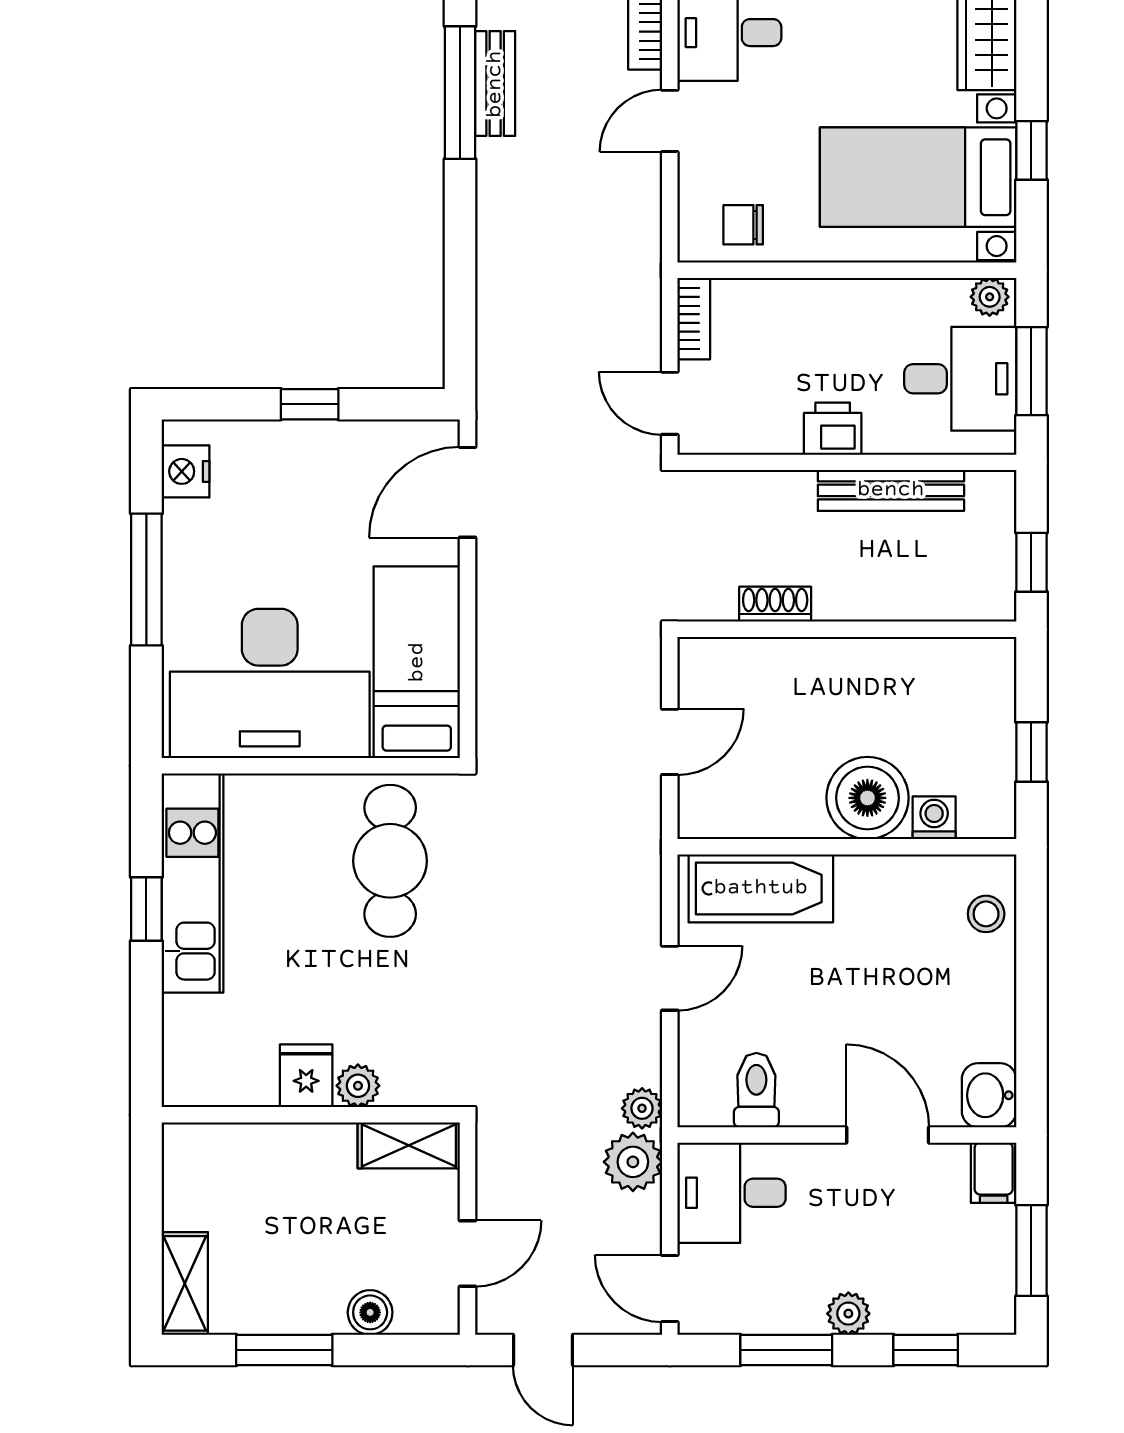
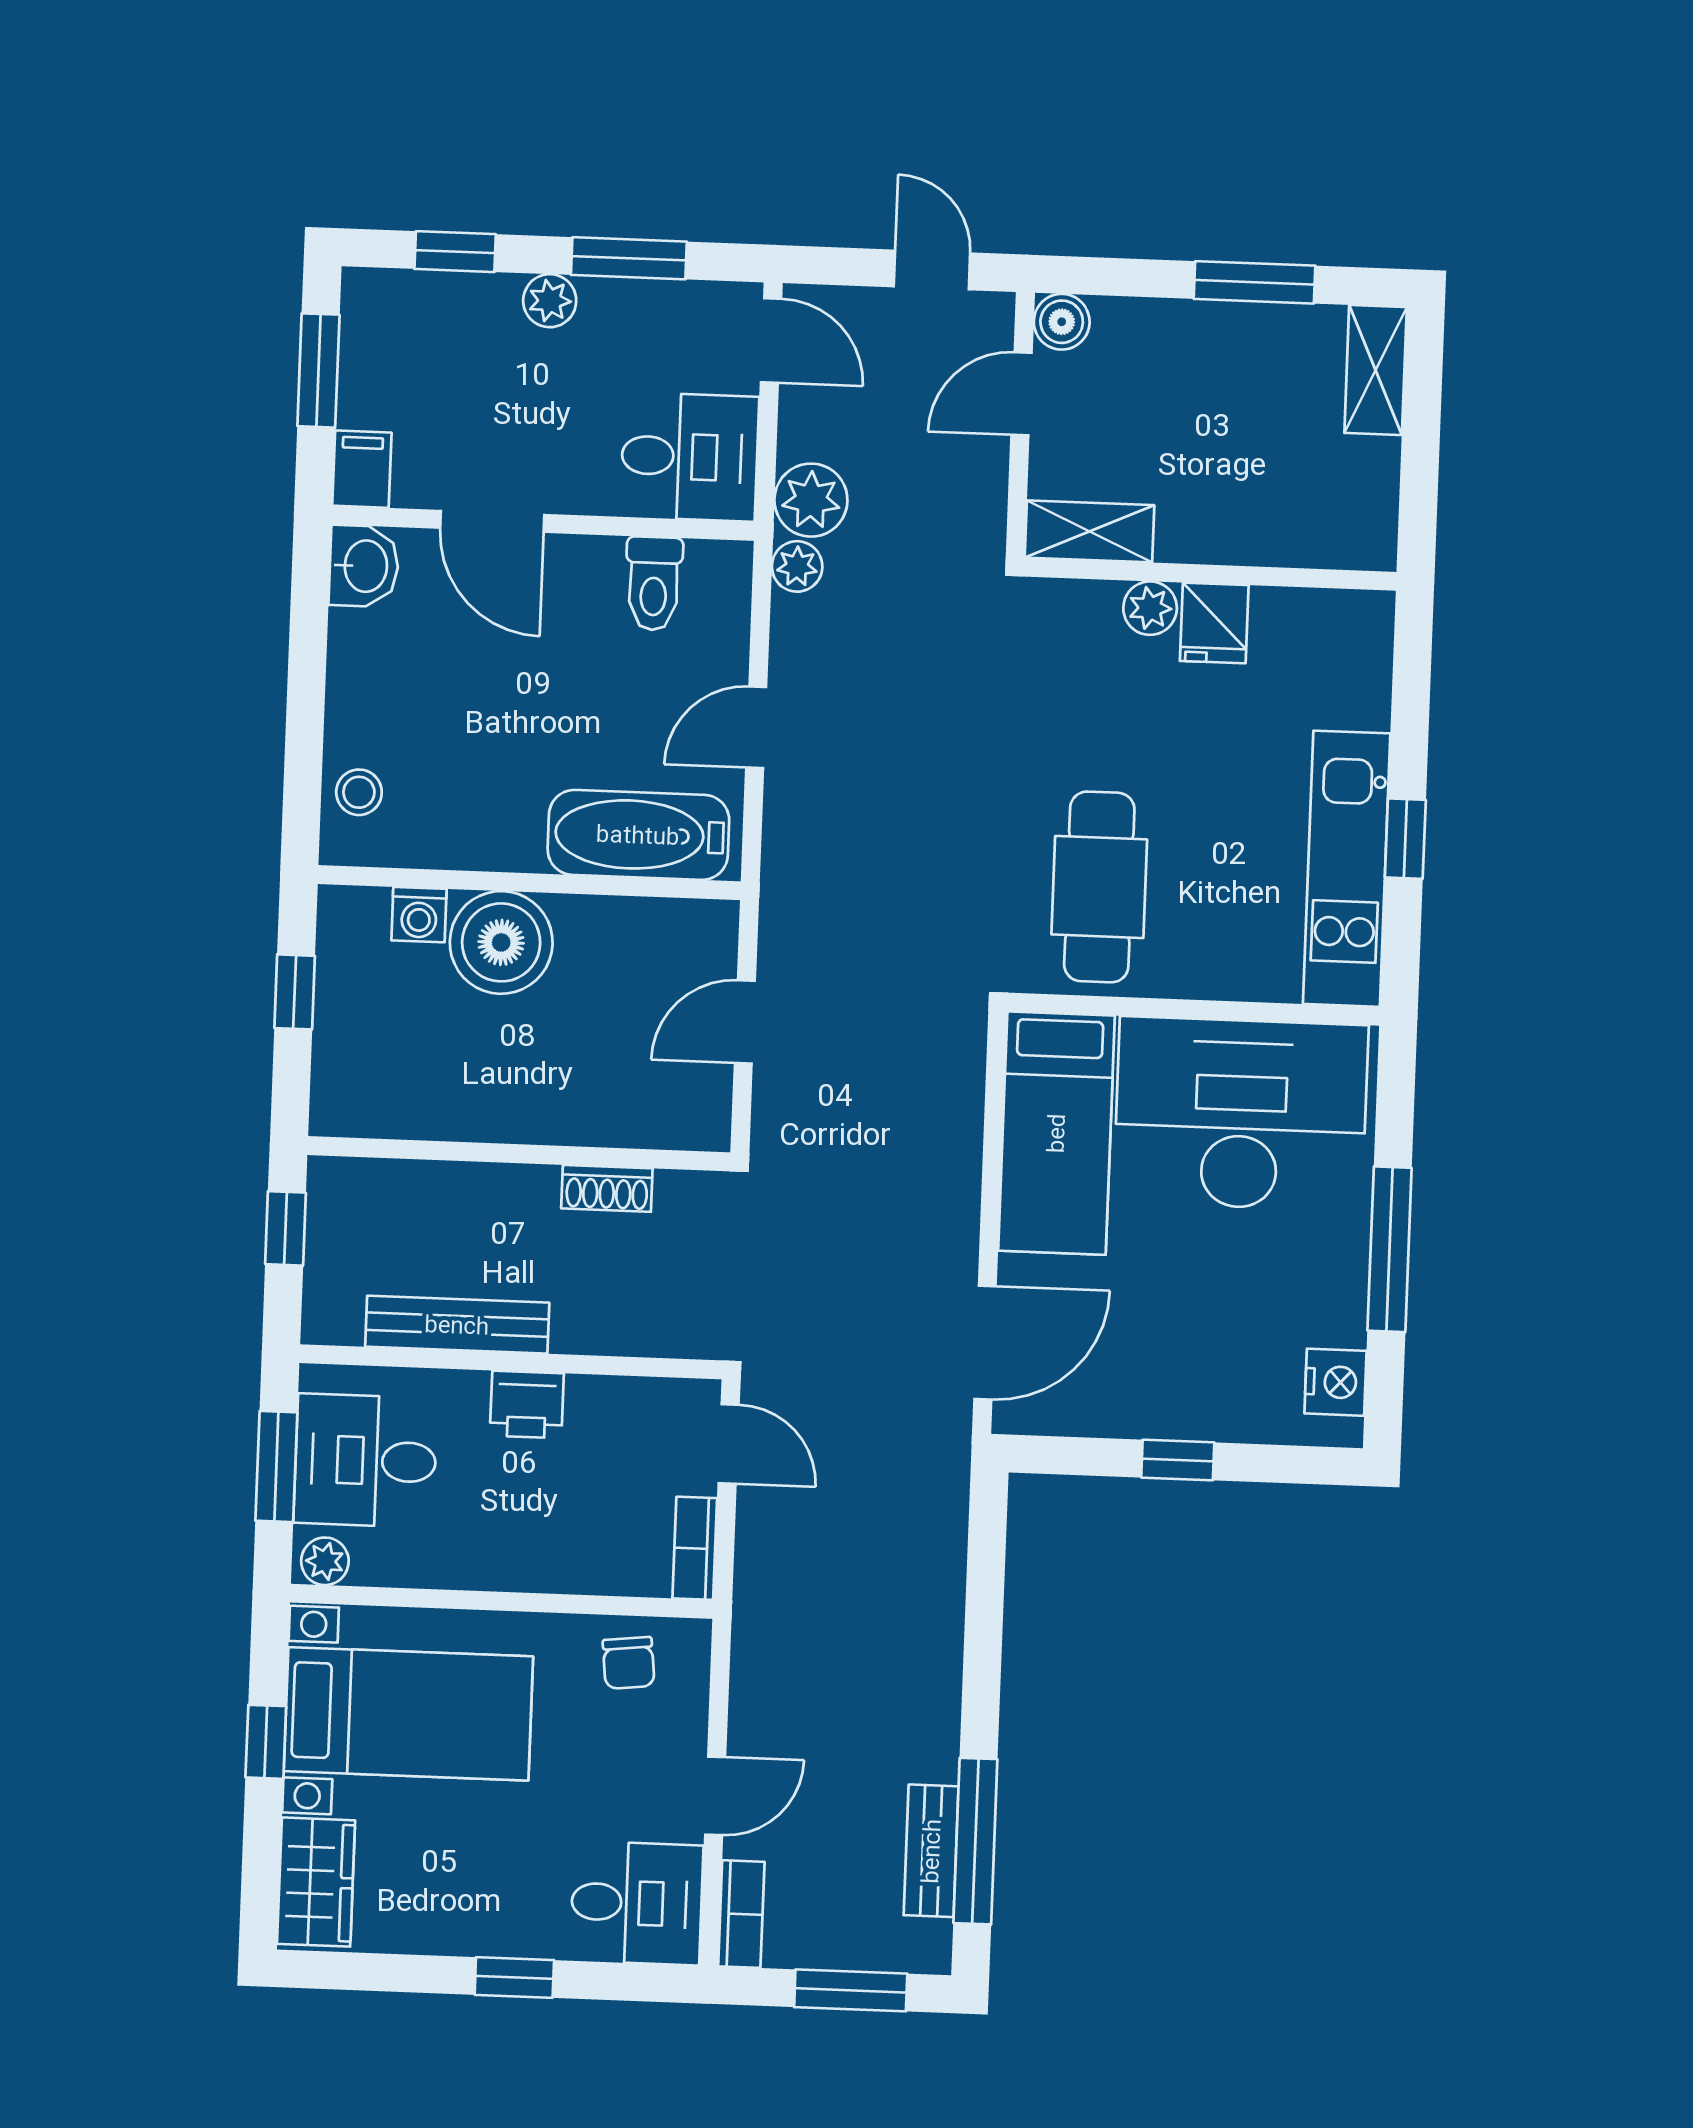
chair: (743, 225) -> (629, 1663), turned 84
boiler: (370, 1312) -> (1062, 322), moved

